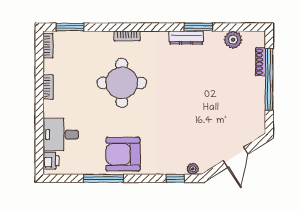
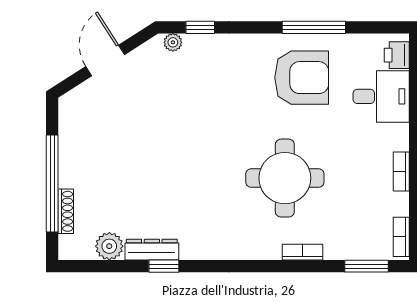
window: (198, 27) -> (164, 266), width x0.67
bookcase: (127, 36) -> (303, 252), moved
dresser: (186, 38) -> (152, 250), moved
armchair: (123, 154) -> (302, 78), moved

